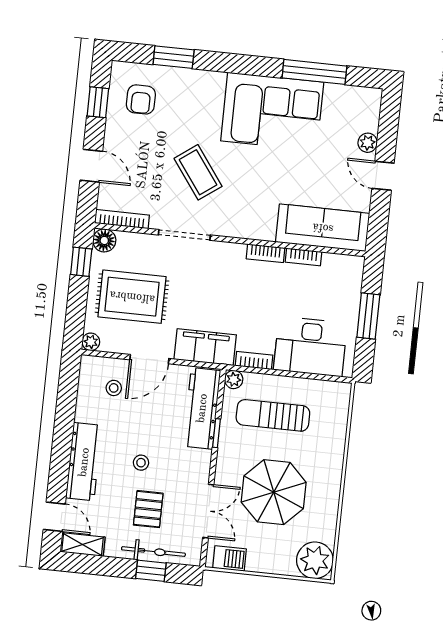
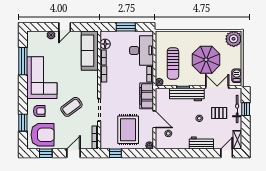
armchair: (196, 98) -> (39, 111), added
armchair: (141, 99) -> (43, 135), width x1.88, depth x1.88
floor lamp: (104, 240) -> (105, 44), moved
workbench: (202, 408) -> (187, 95), moved
workbench: (84, 462) -> (201, 143), width x0.73

